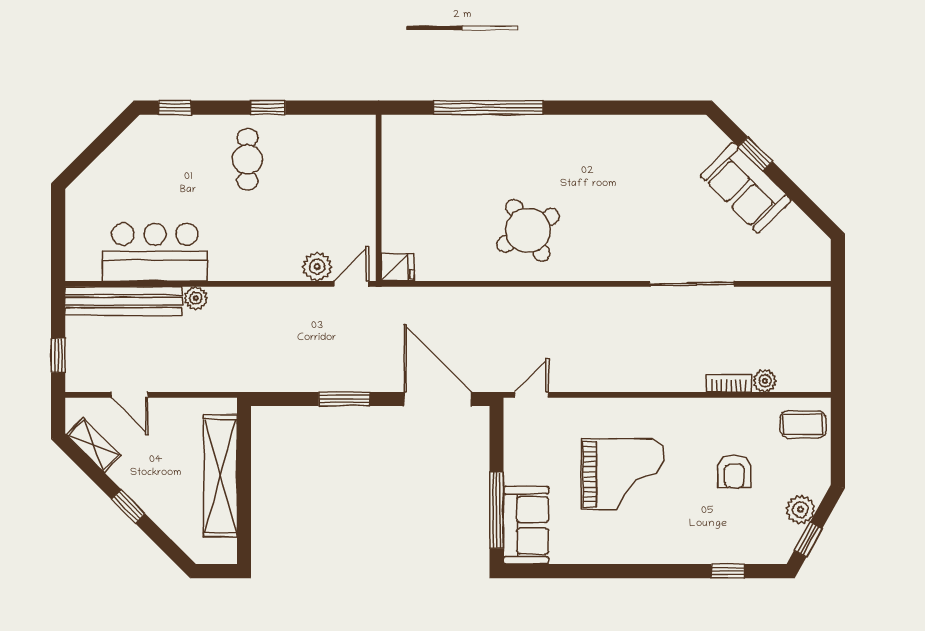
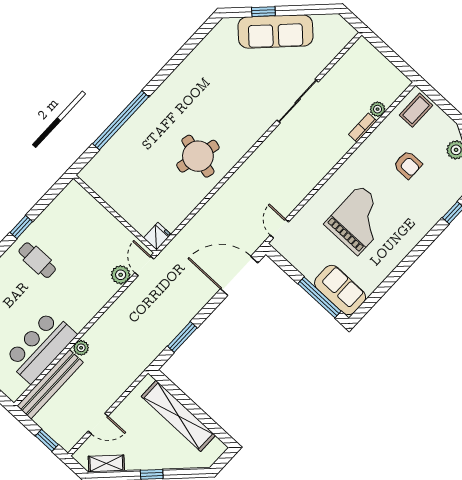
sofa: (746, 188) -> (275, 31), width x1.36
round table: (528, 230) -> (198, 156), turned 45
window: (344, 399) -> (182, 337), moved

